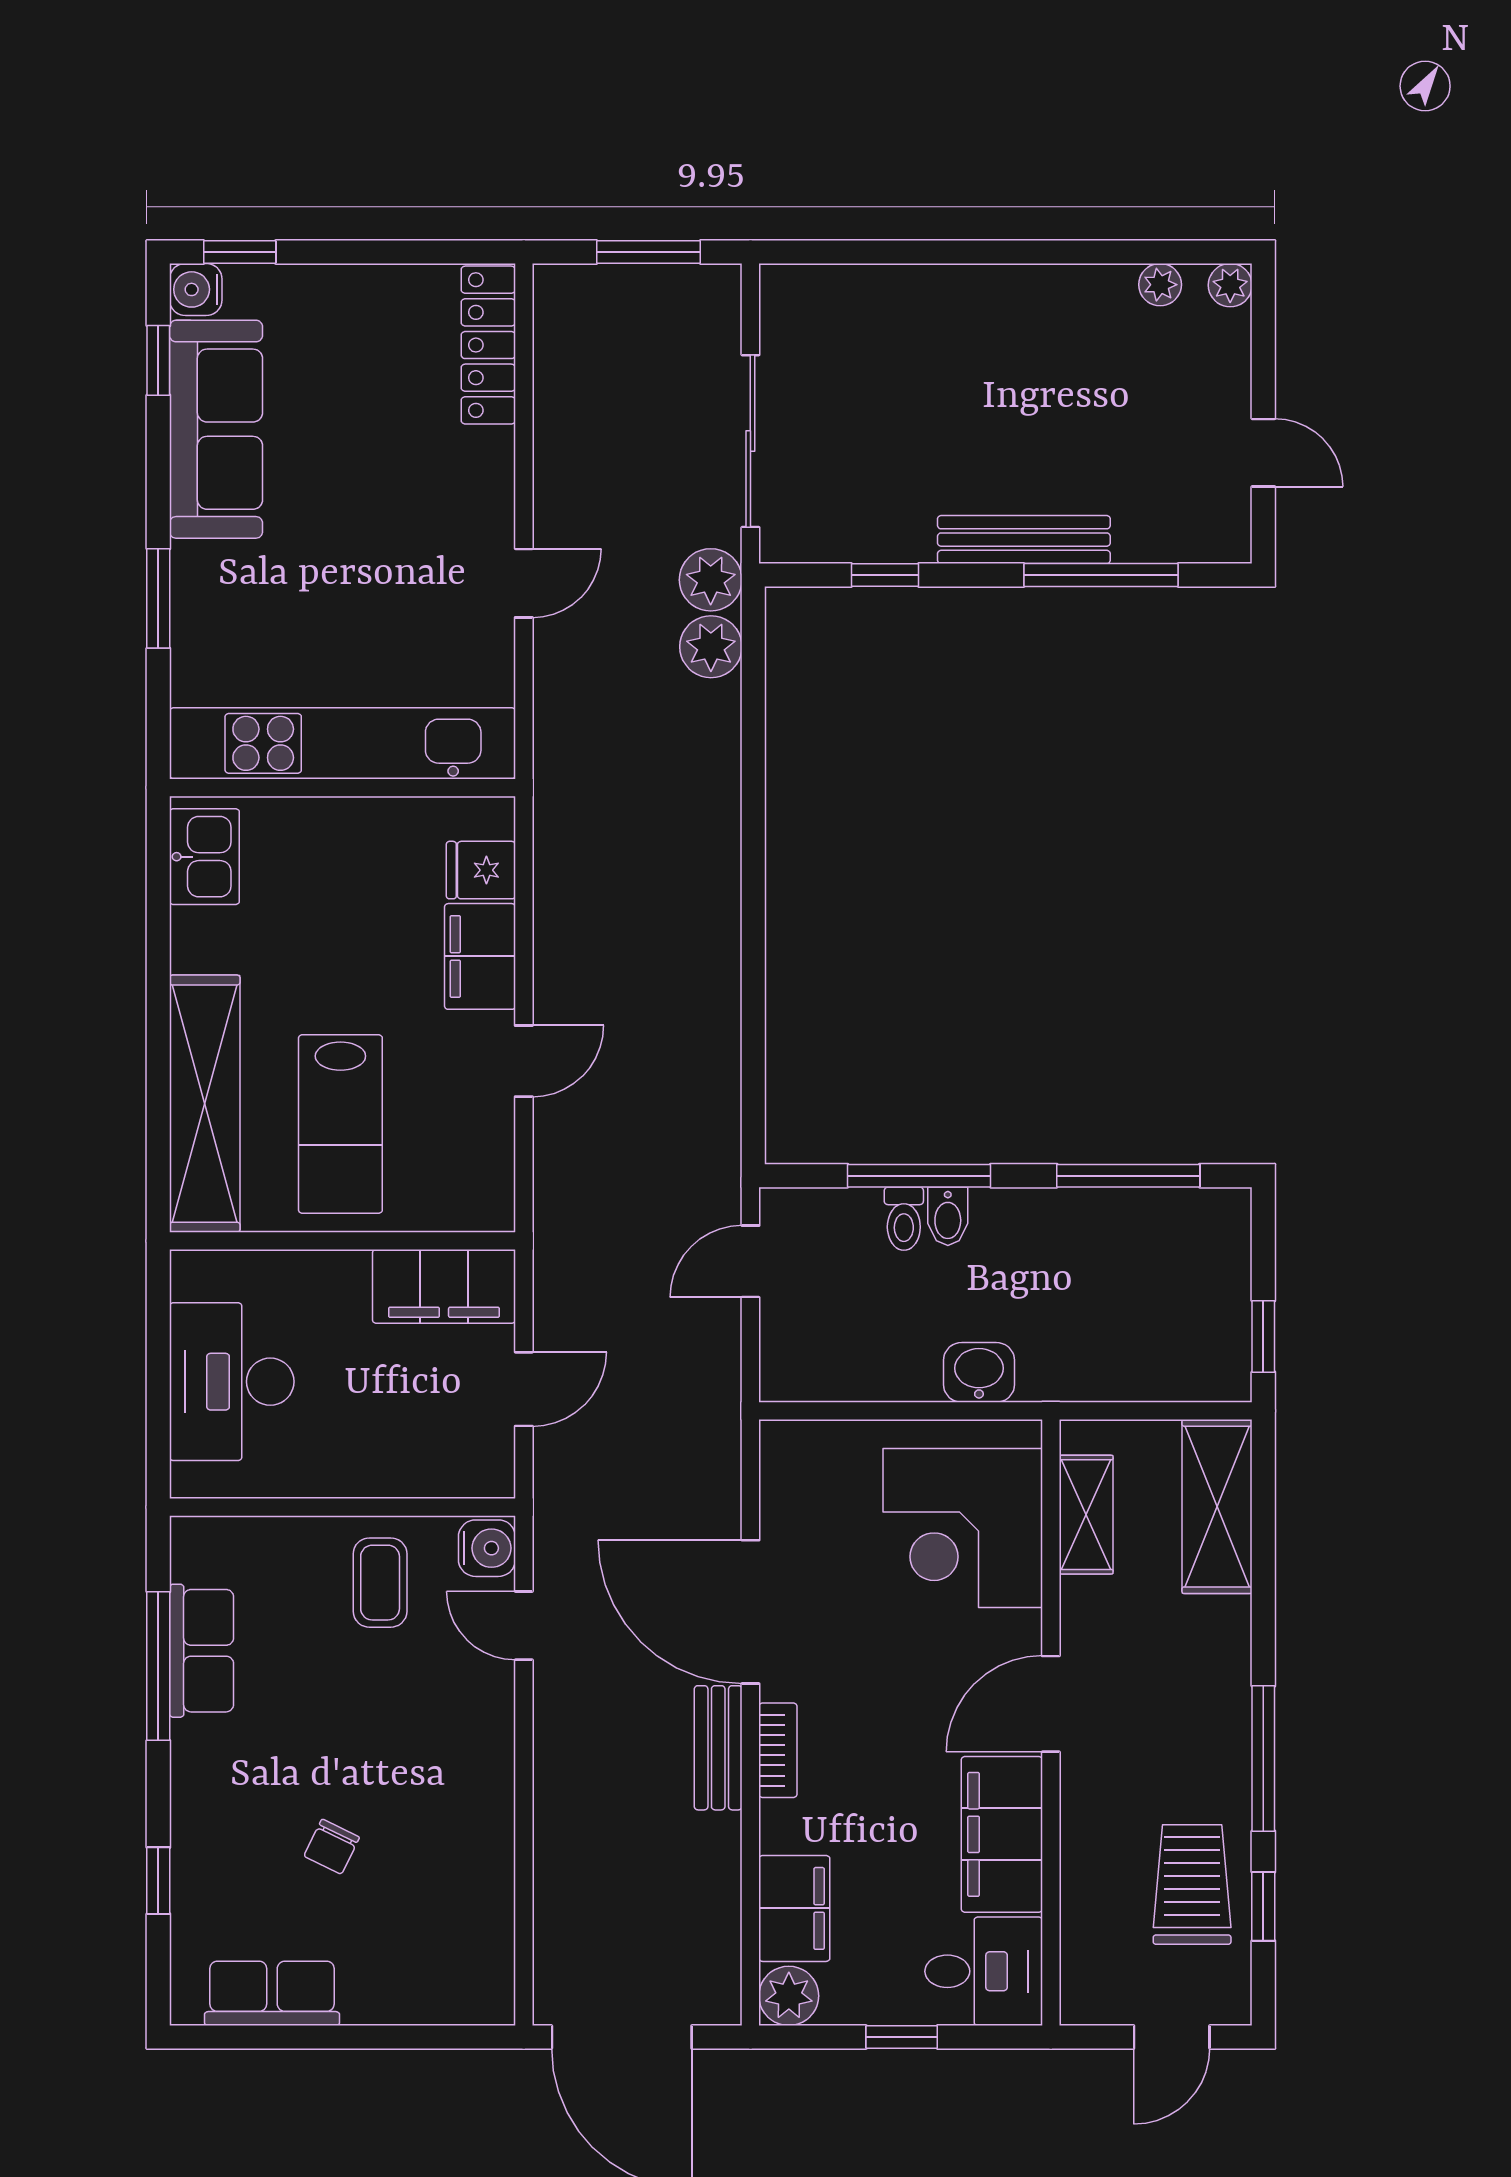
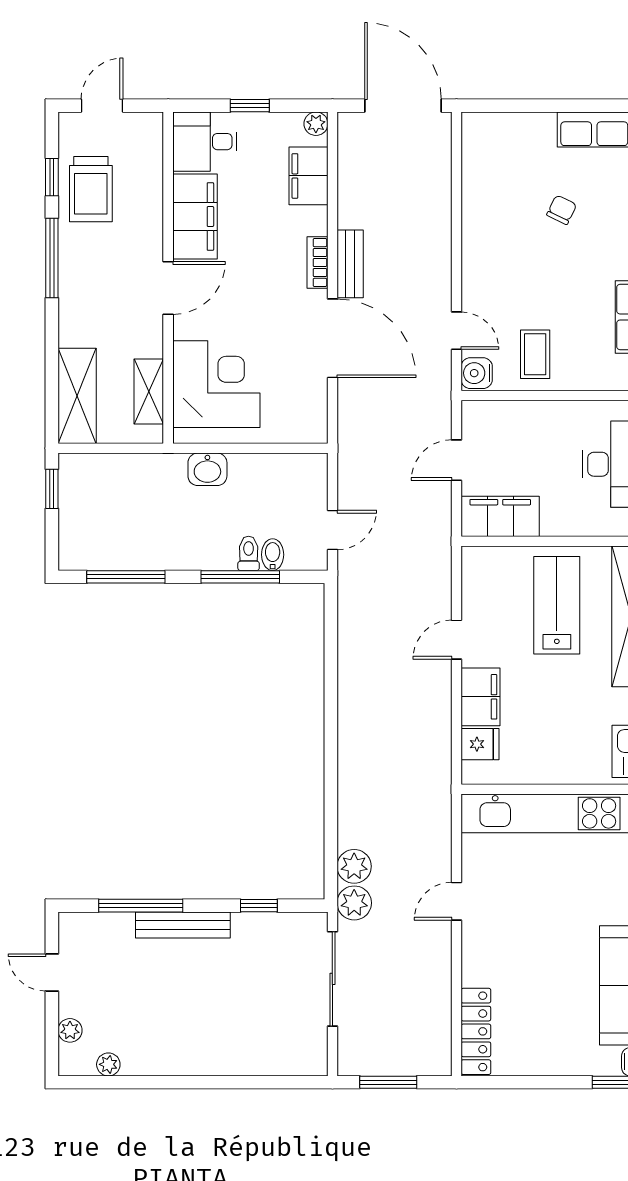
plant: (1230, 285) -> (70, 1030), moved
bidet: (948, 1216) -> (273, 555), moved
plant: (789, 1996) -> (316, 124), width x0.73, depth x0.73

